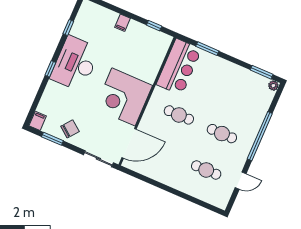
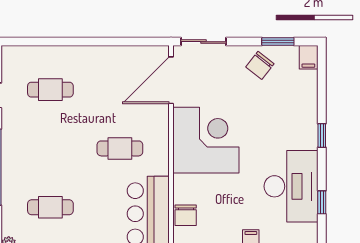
chair: (156, 56) -> (186, 215), added
desk: (75, 64) -> (291, 186), moved
cafe table: (222, 134) -> (50, 207), moved

